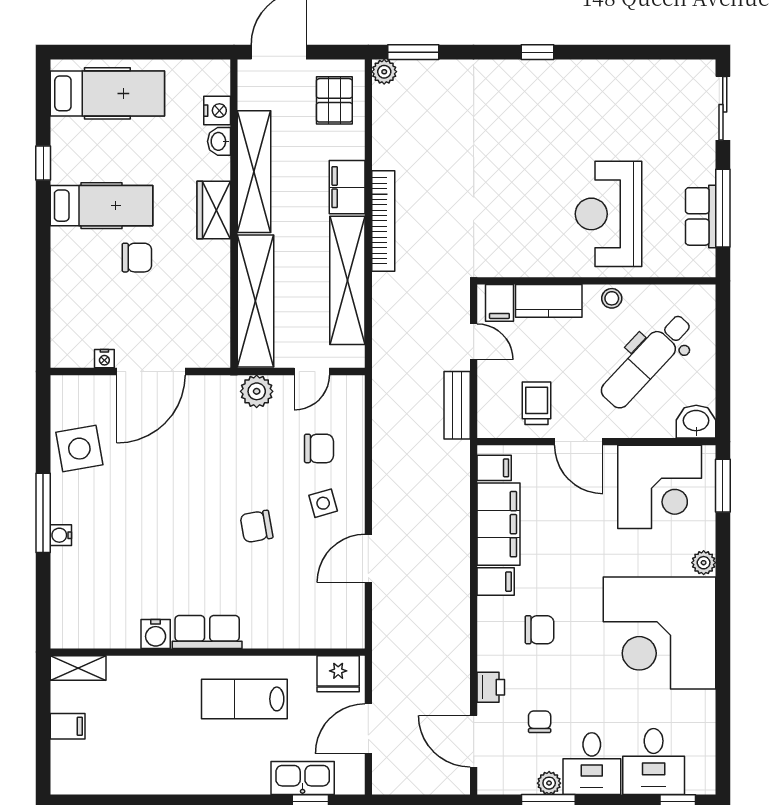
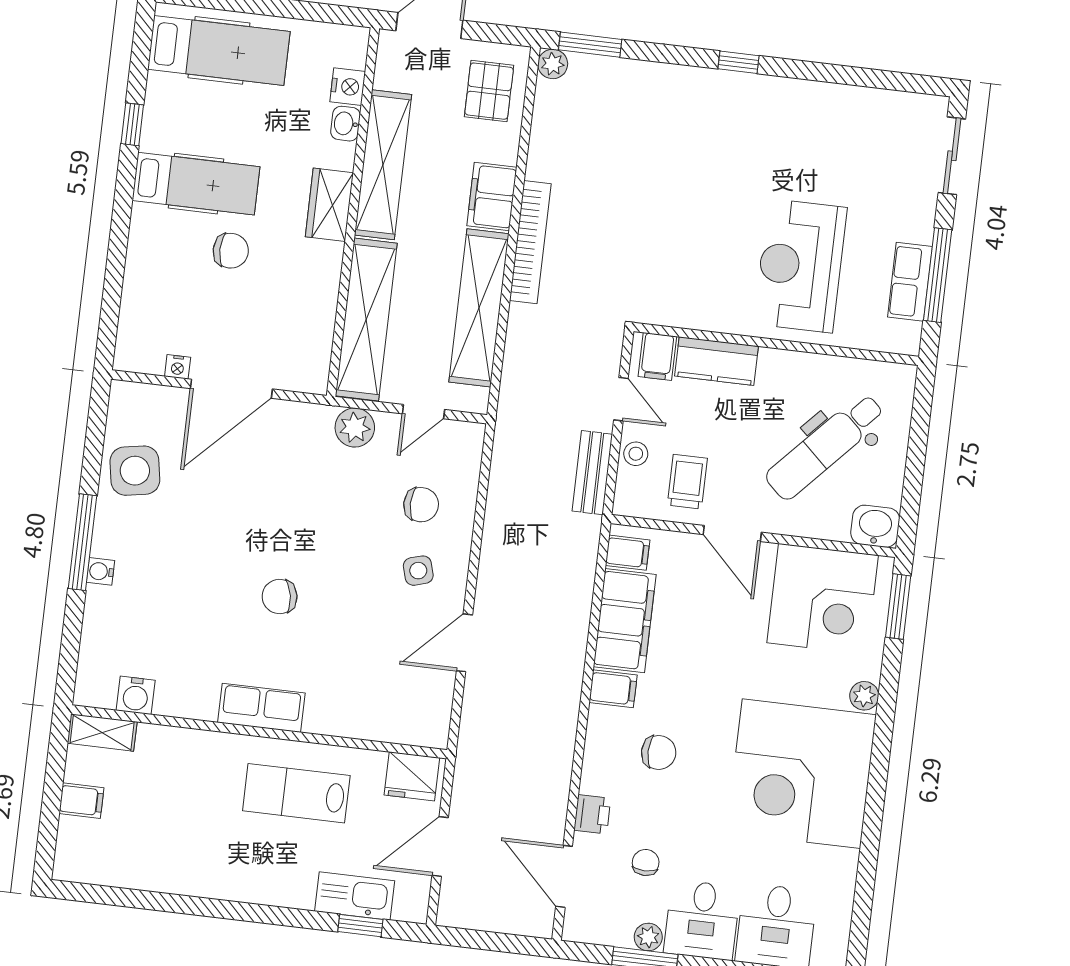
stool: (612, 298) -> (636, 454), moved
chair: (257, 526) -> (280, 597), moved
water cooler: (156, 634) -> (136, 695), moved

